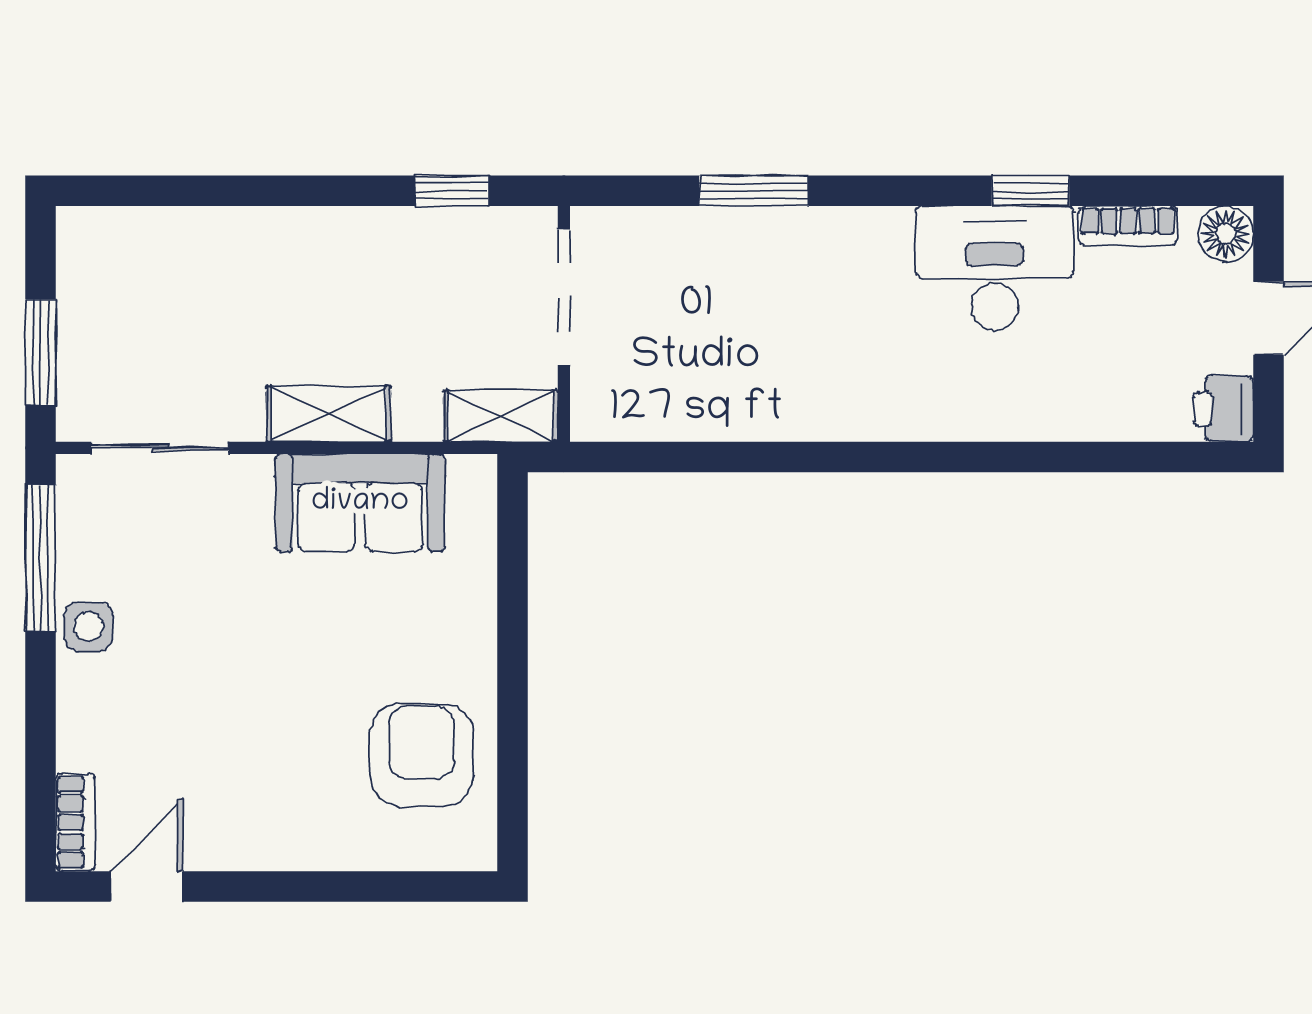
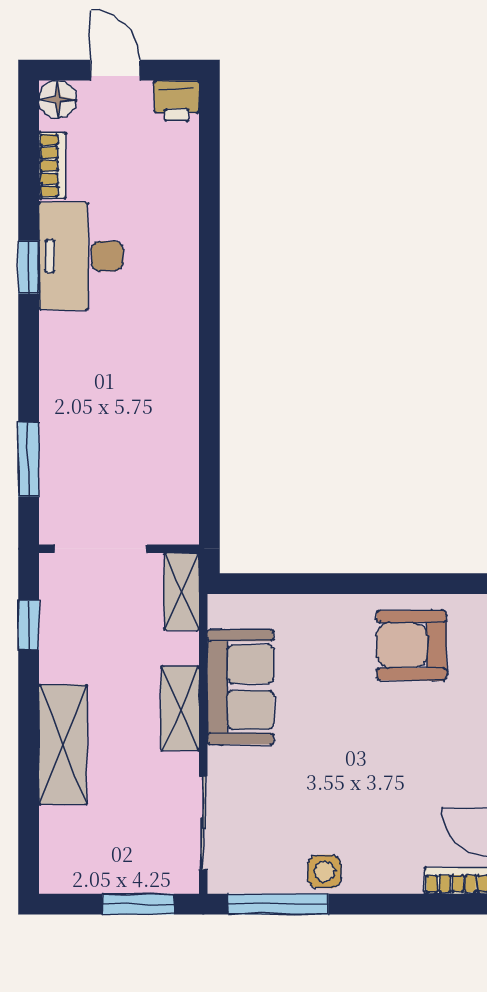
window: (754, 191) -> (29, 459), moved
window: (1031, 191) -> (29, 267), moved
shelving: (275, 241) -> (63, 745), added

